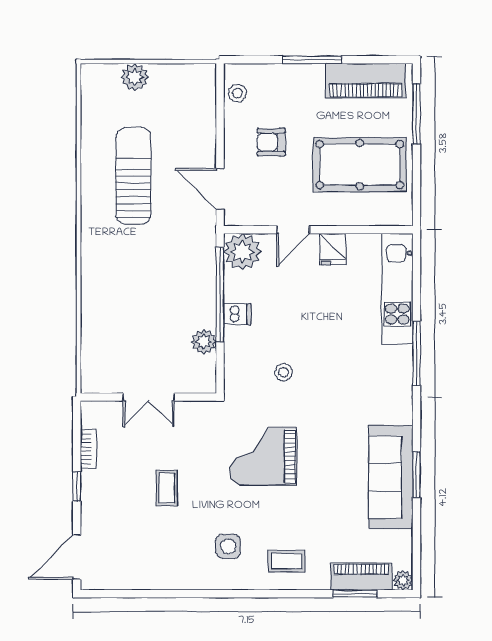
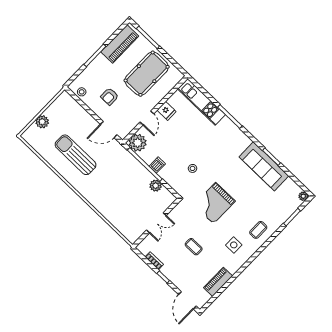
piano: (361, 576) -> (218, 282), moved

